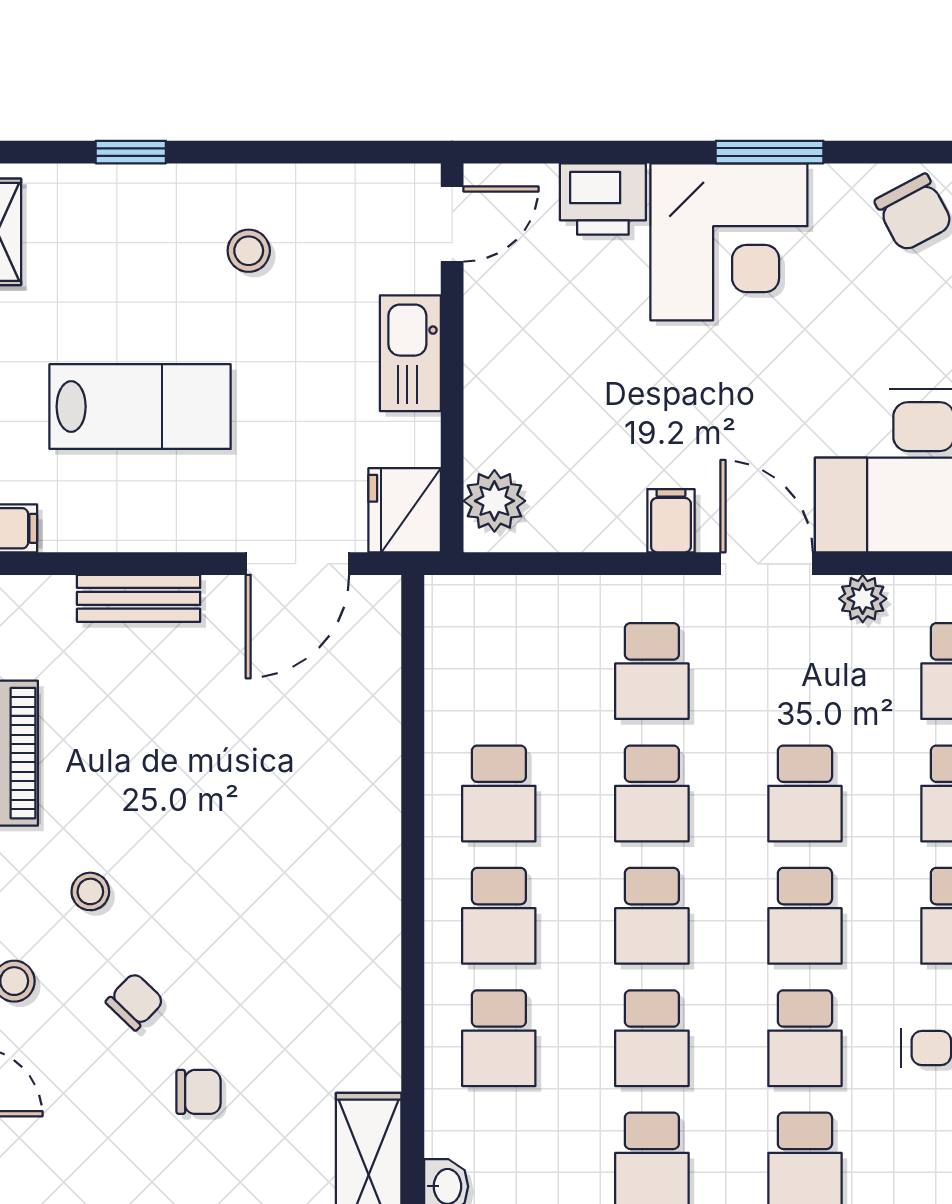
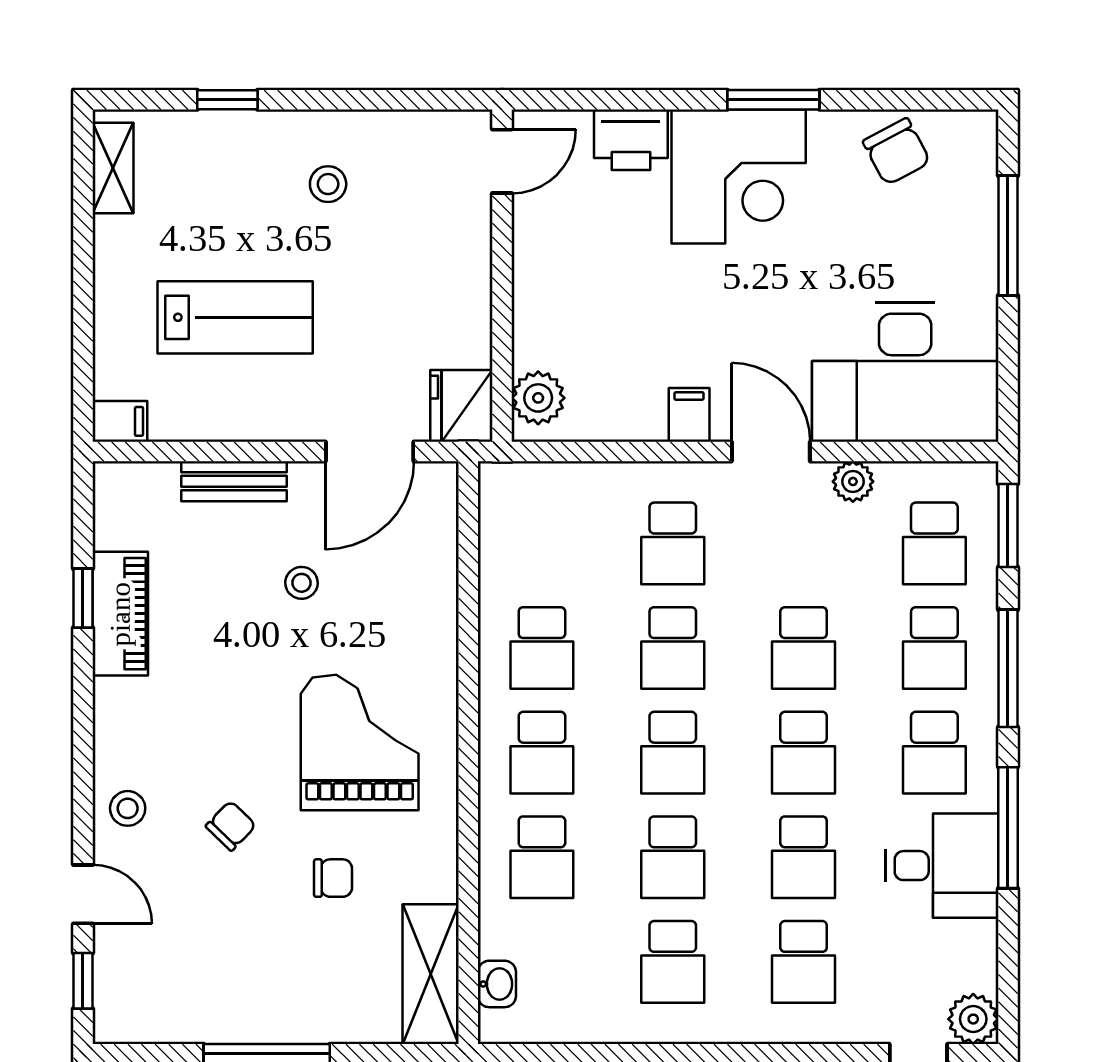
kitchen sink: (410, 353) -> (466, 272), removed
stool: (90, 891) -> (302, 583), moved
grand piano: (286, 904) -> (360, 742), added
chair: (198, 1092) -> (333, 878), moved

